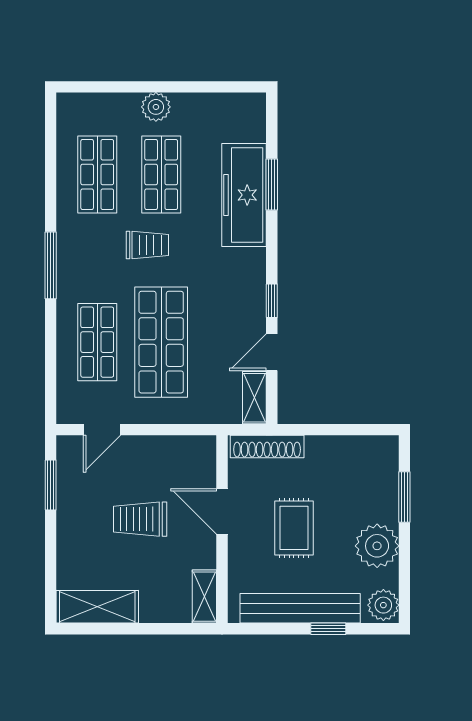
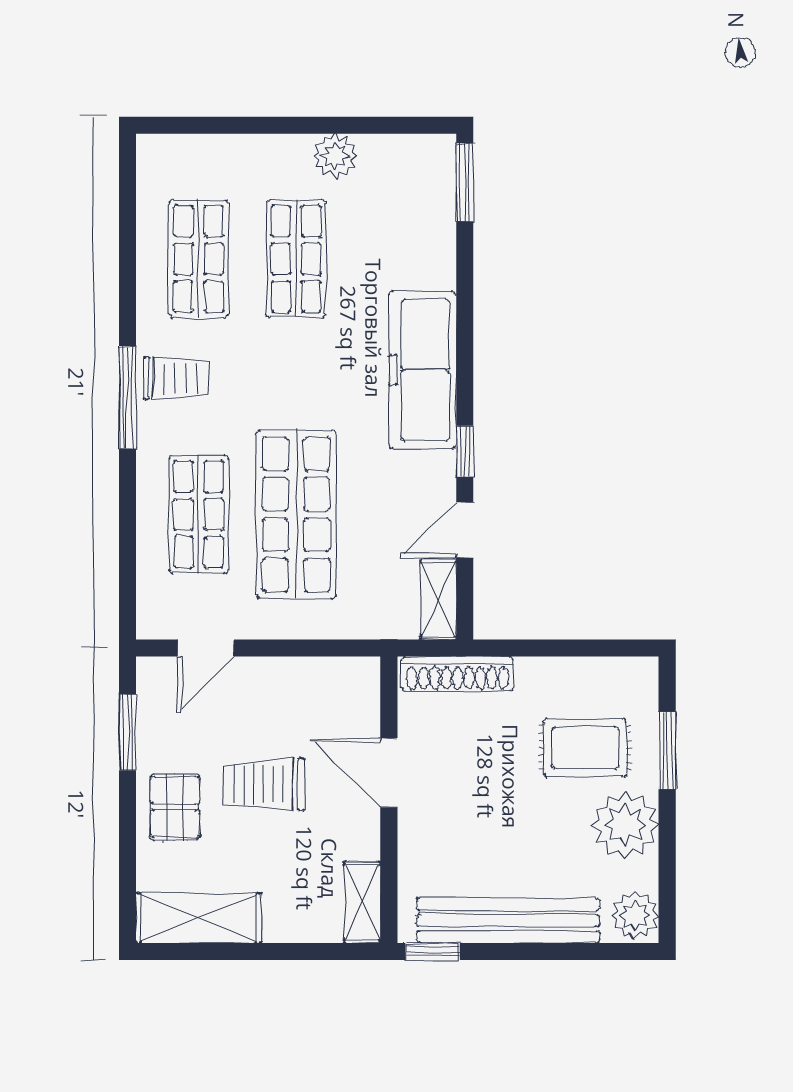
plant: (156, 107) -> (335, 156), moved
window: (272, 184) -> (465, 182), moved
freezer: (244, 195) -> (423, 370), moved
trolley: (147, 245) -> (176, 378), moved
rug: (294, 528) -> (585, 748), moved, turned 90
pallet: (82, 534) -> (175, 807), added
window: (328, 629) -> (433, 952), moved

